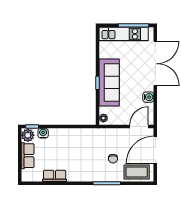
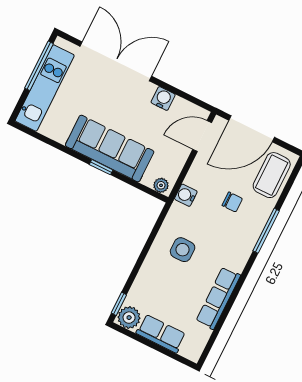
door: (139, 127) -> (202, 136), hinge flipped
water cooler: (43, 133) -> (186, 195), moved
side table: (76, 145) -> (183, 250), added
door: (155, 150) -> (252, 129), hinge flipped
row of seats: (55, 176) -> (218, 298), width x1.48

